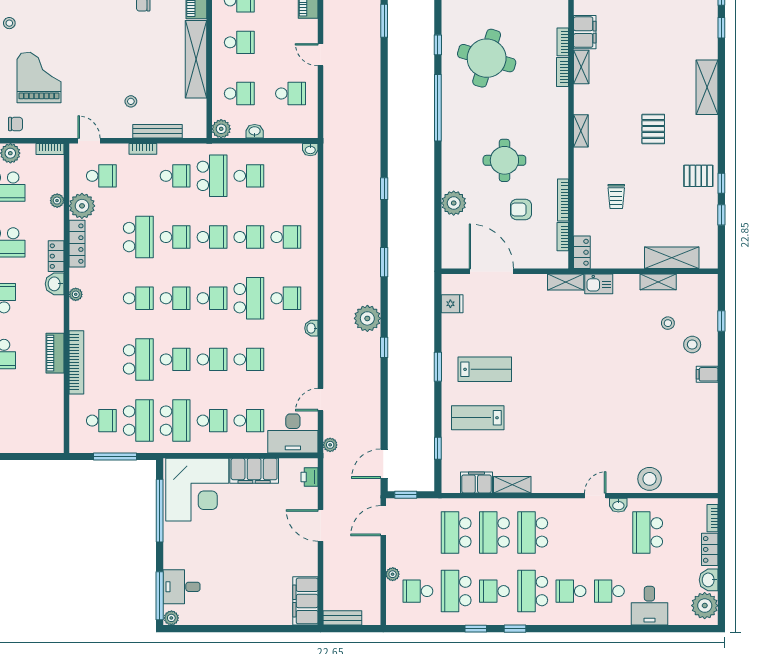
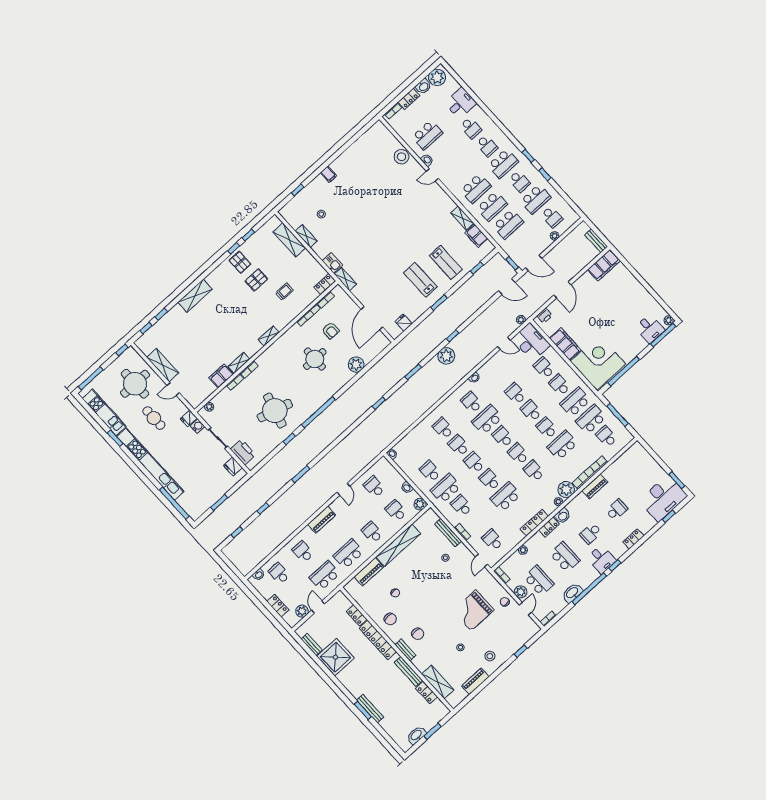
pallet: (653, 129) -> (256, 280), moved
plant: (82, 206) -> (566, 489), moved
stool: (692, 345) -> (321, 194), removed

